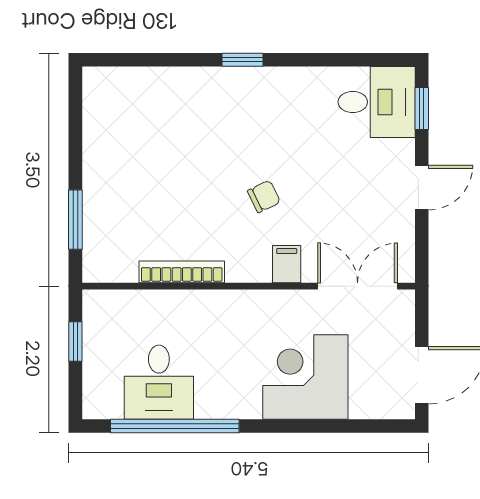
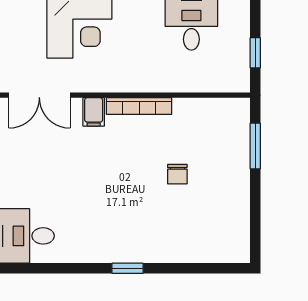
chair: (264, 196) -> (177, 174), moved, turned -64
bookcase: (182, 272) -> (139, 106), moved

